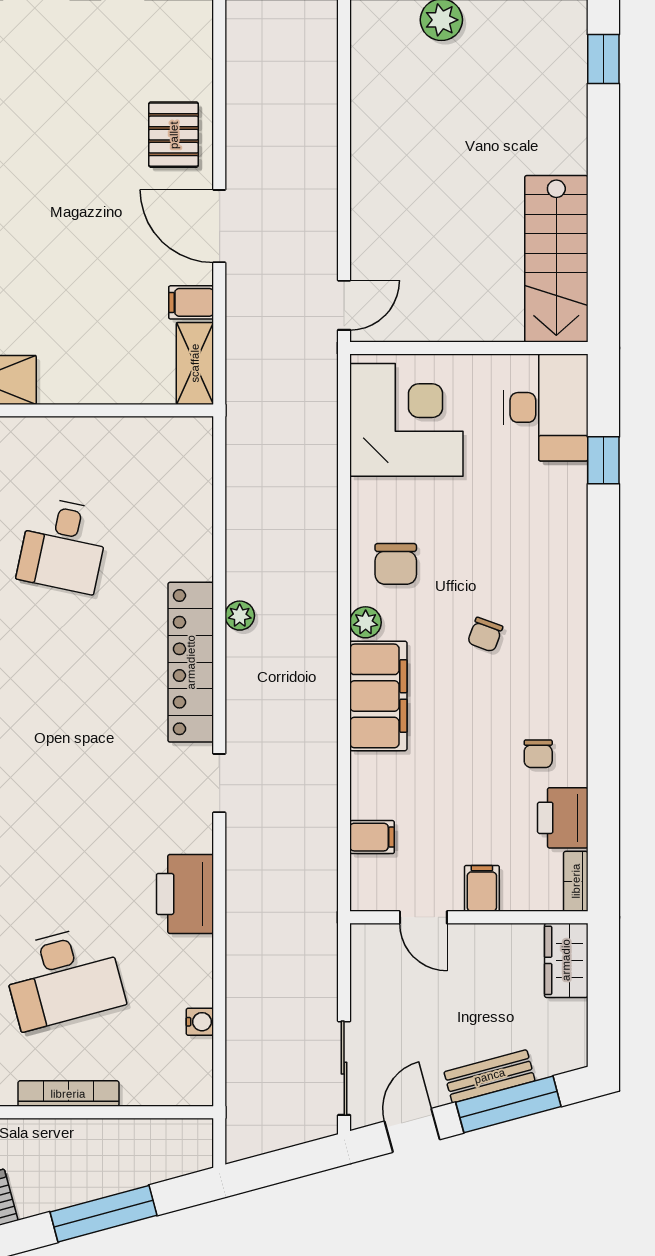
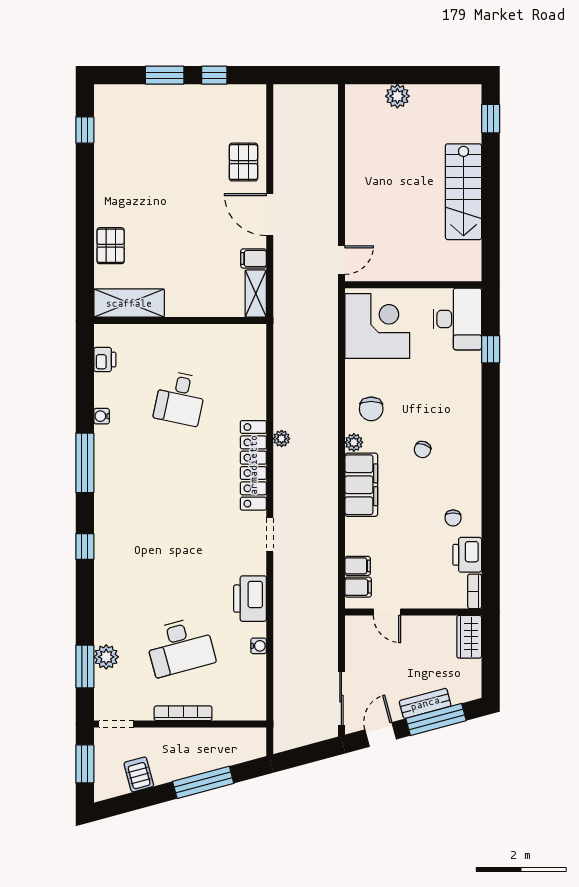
stairs: (556, 259) -> (463, 192), moved
filing cabinet: (482, 888) -> (358, 587), moved, turned 90
water cooler: (200, 1022) -> (259, 646), moved

